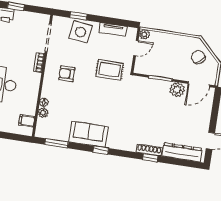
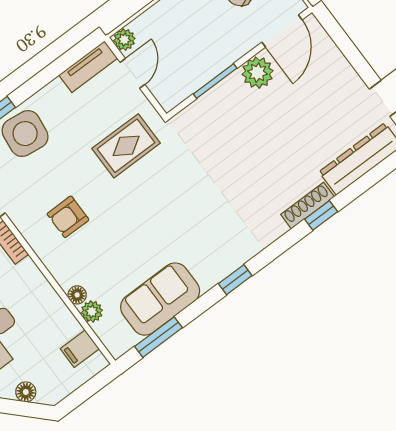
tv unit: (113, 30) -> (88, 67), moved
sofa: (88, 134) -> (160, 299), moved

